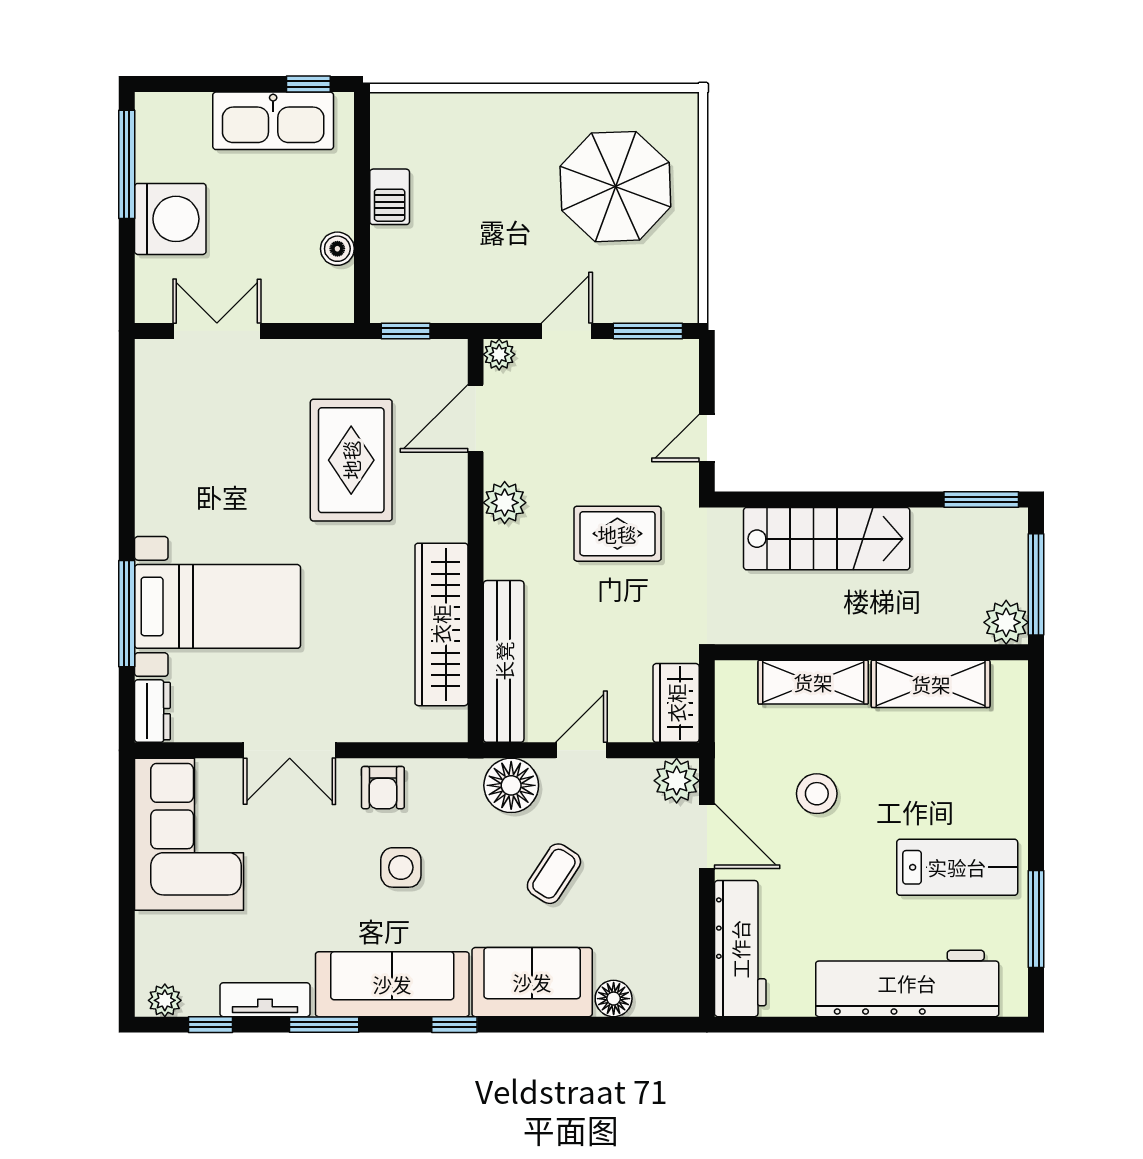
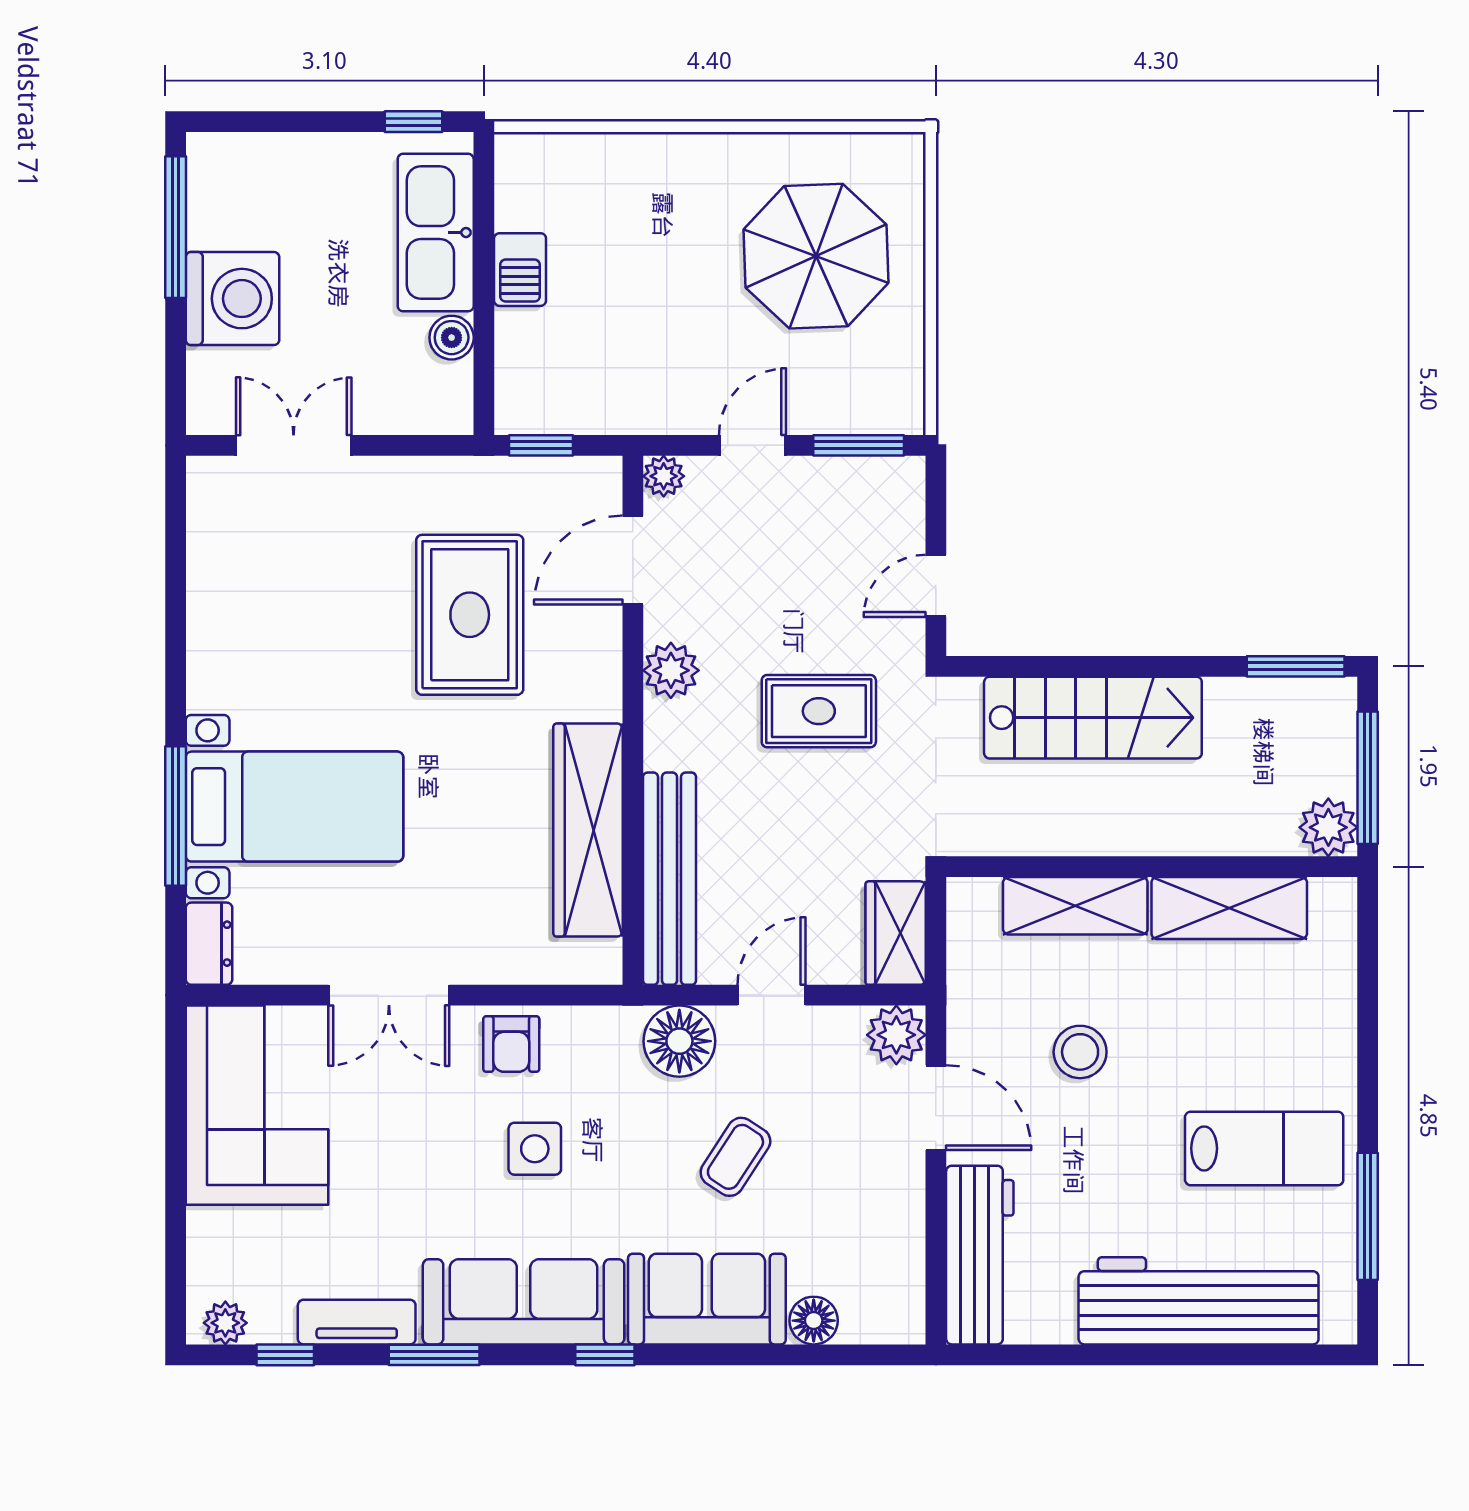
kitchen sink: (273, 121) -> (436, 233), moved, turned 90

